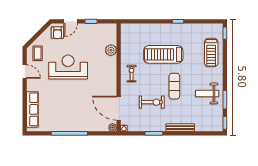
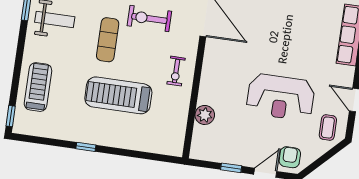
treadmill: (163, 54) -> (118, 95), turned 180

